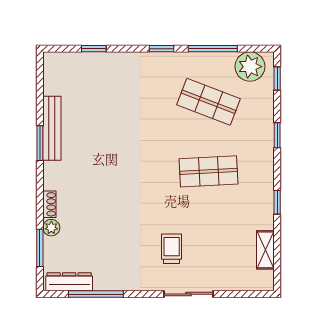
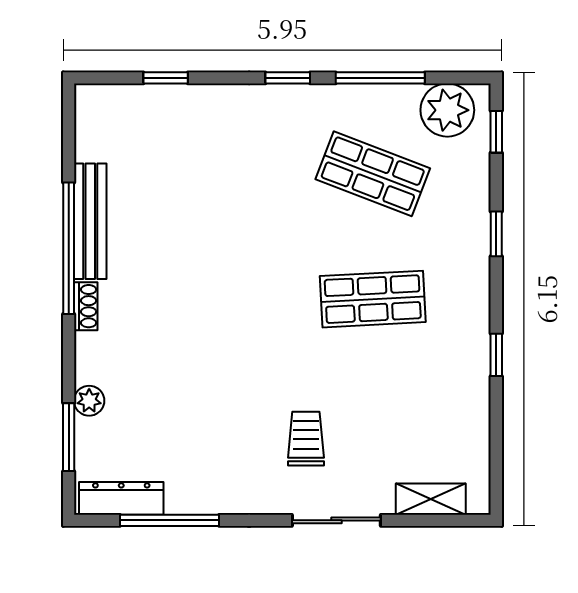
window: (40, 143) -> (69, 248), width x2.11
shoe rack: (49, 204) -> (86, 306), moved
shelving: (265, 250) -> (431, 499), moved, turned 90

